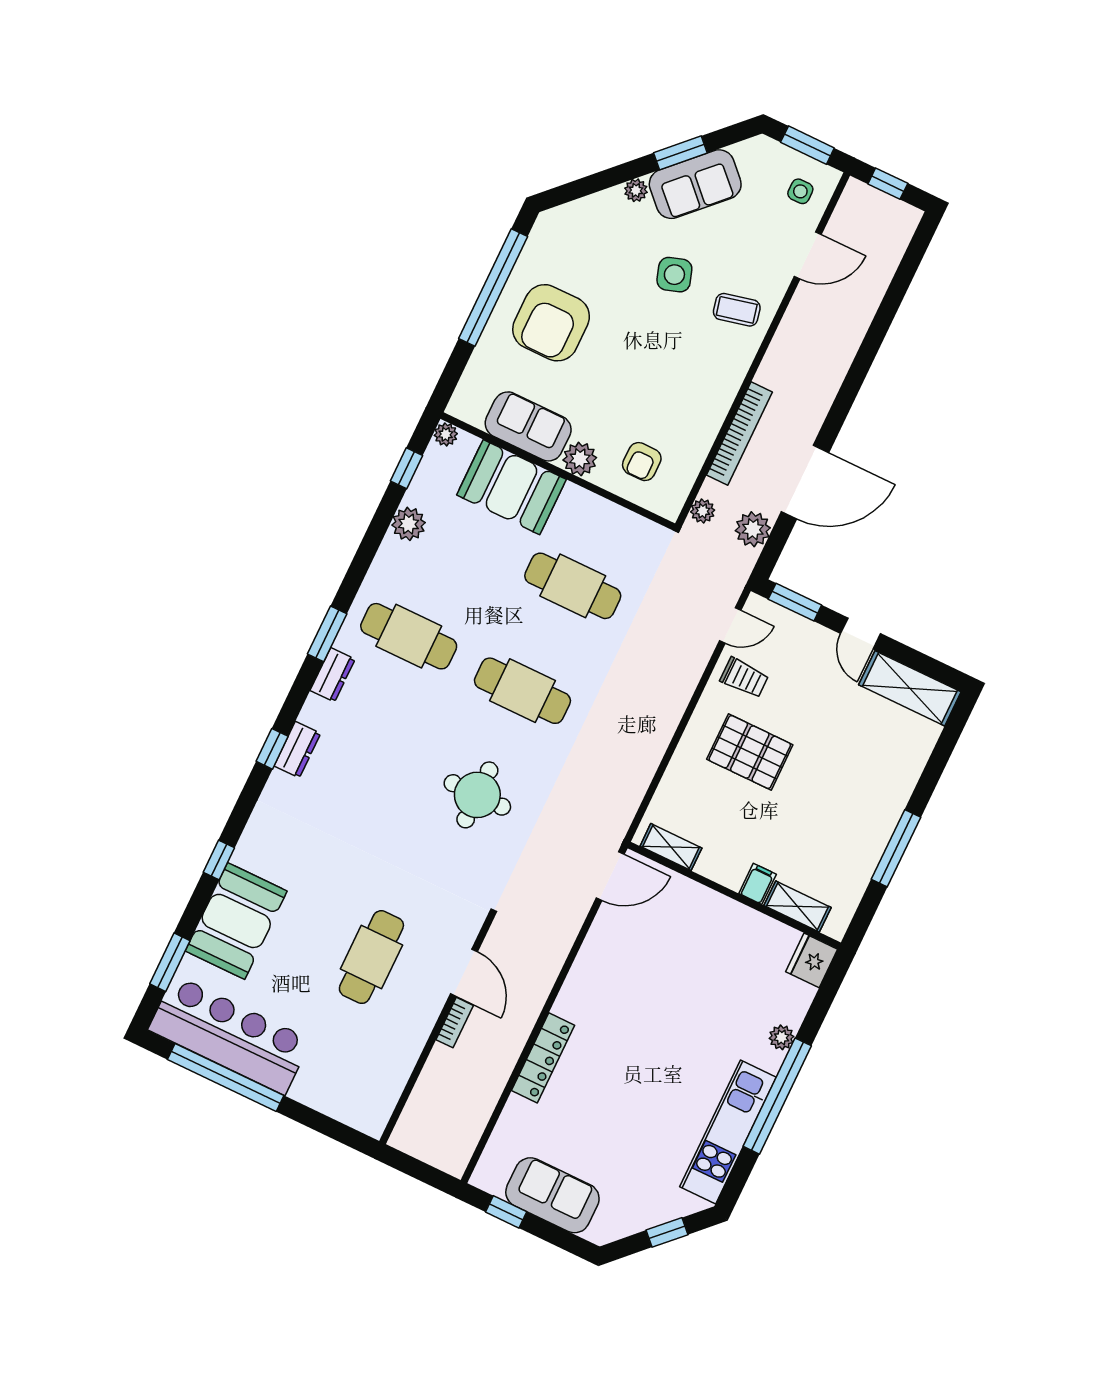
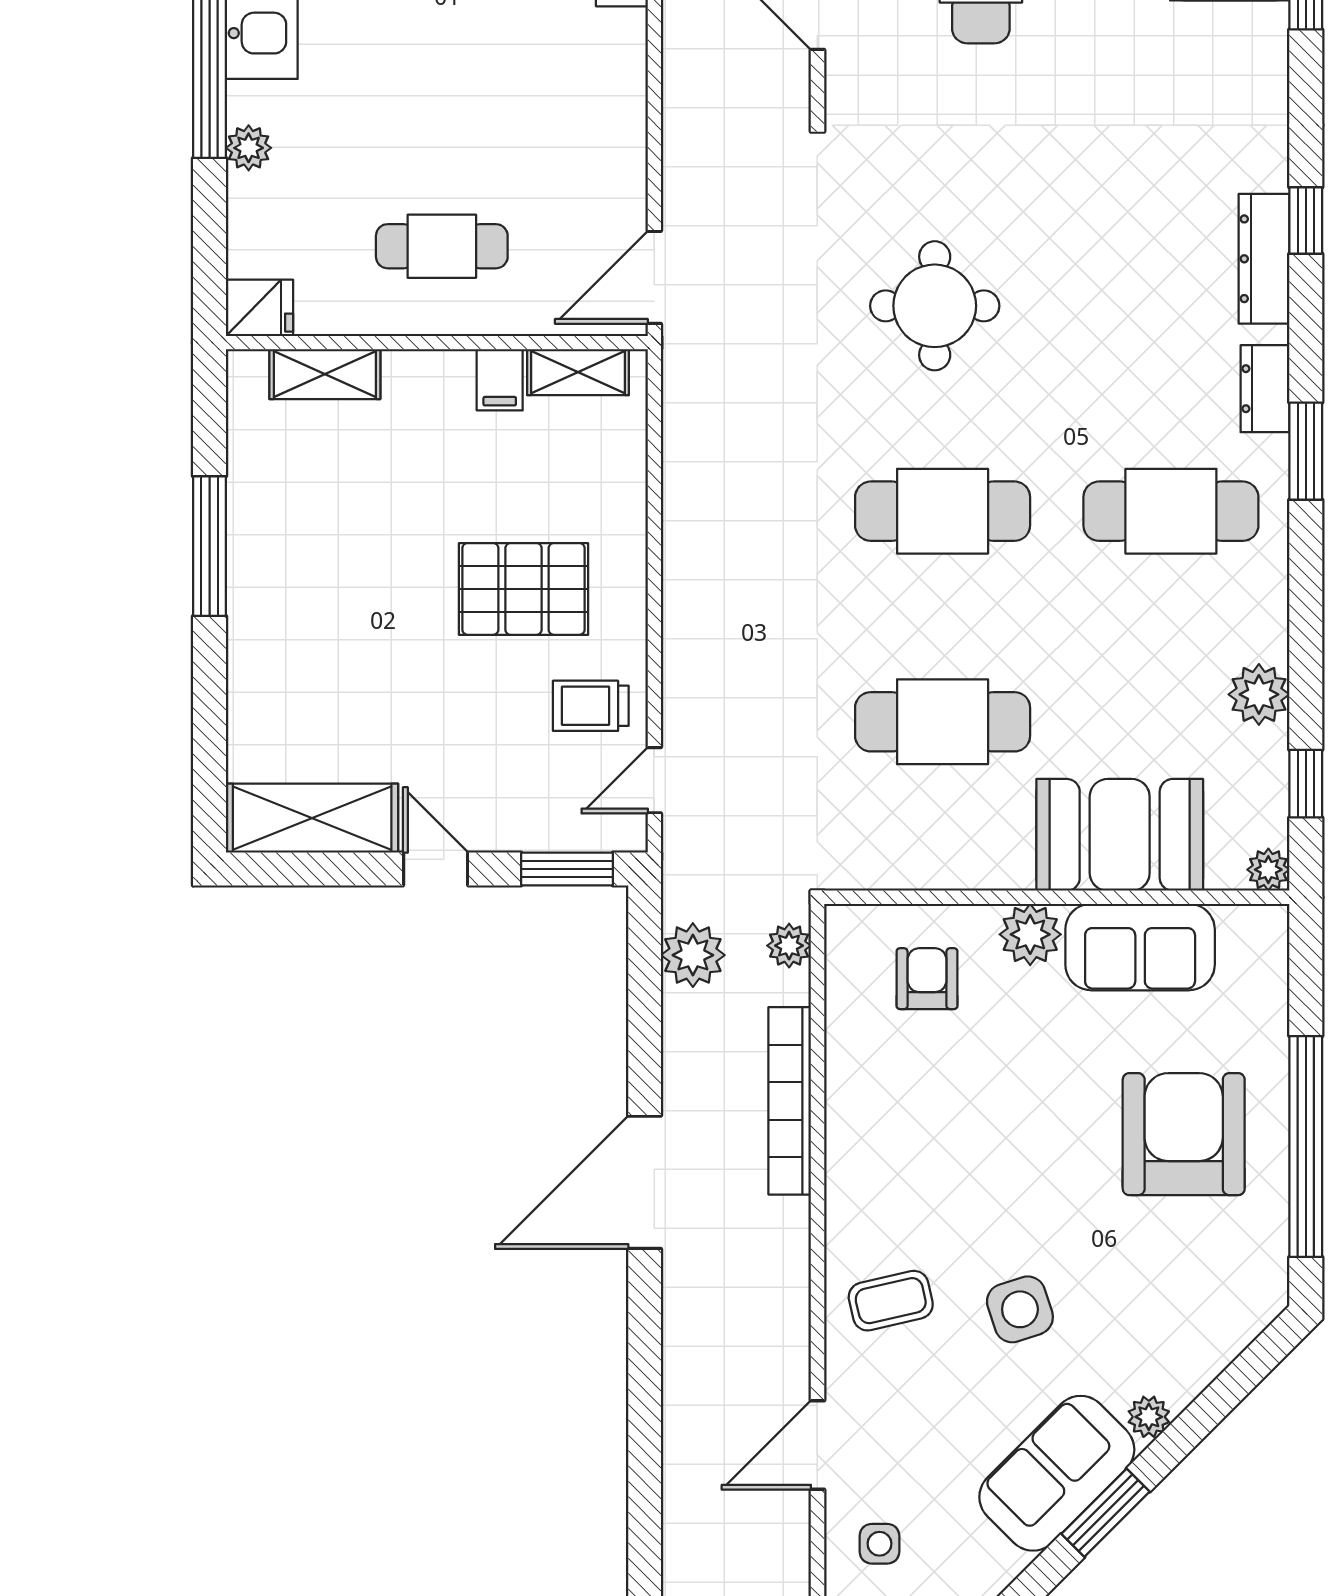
door: (805, 482) -> (645, 1182), moved
dresser: (297, 750) -> (1264, 259), width x1.44
filing cabinet: (758, 884) -> (500, 380), moved
cafe table: (709, 942) -> (442, 246), added
fridge: (812, 960) -> (260, 308), width x0.72

